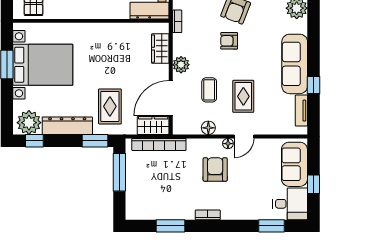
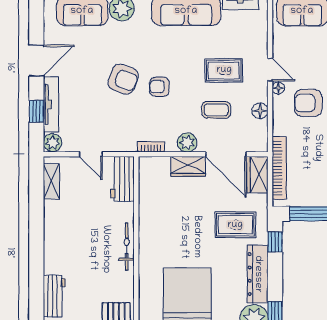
bicycle: (91, 13) -> (127, 247), added
bookcase: (177, 21) -> (151, 147), moved
armchair: (229, 41) -> (159, 87), turned 90
wardrobe: (160, 49) -> (188, 166), moved
window: (95, 141) -> (275, 242), width x0.67

